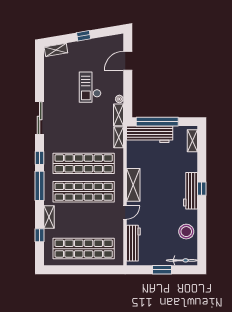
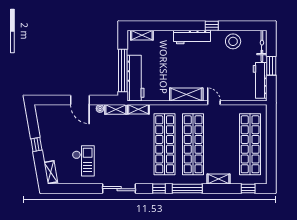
door: (128, 61) -> (80, 100), moved
checkout: (90, 87) -> (83, 161), moved, turned -90
window: (202, 189) -> (212, 26), moved
window: (40, 235) -> (248, 189), moved
workbench: (133, 243) -> (260, 80), moved, turned -90

